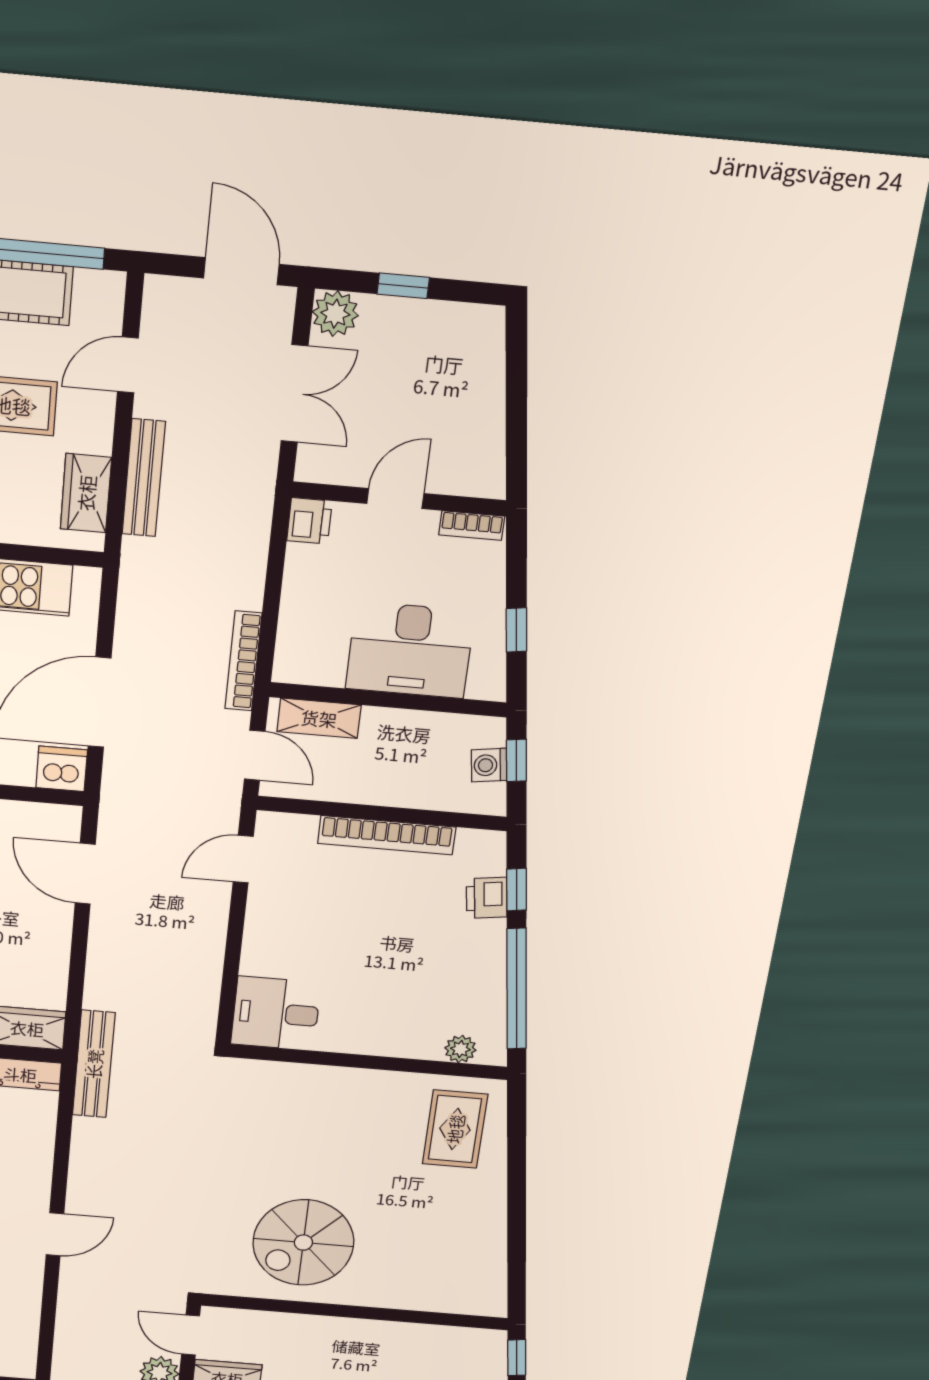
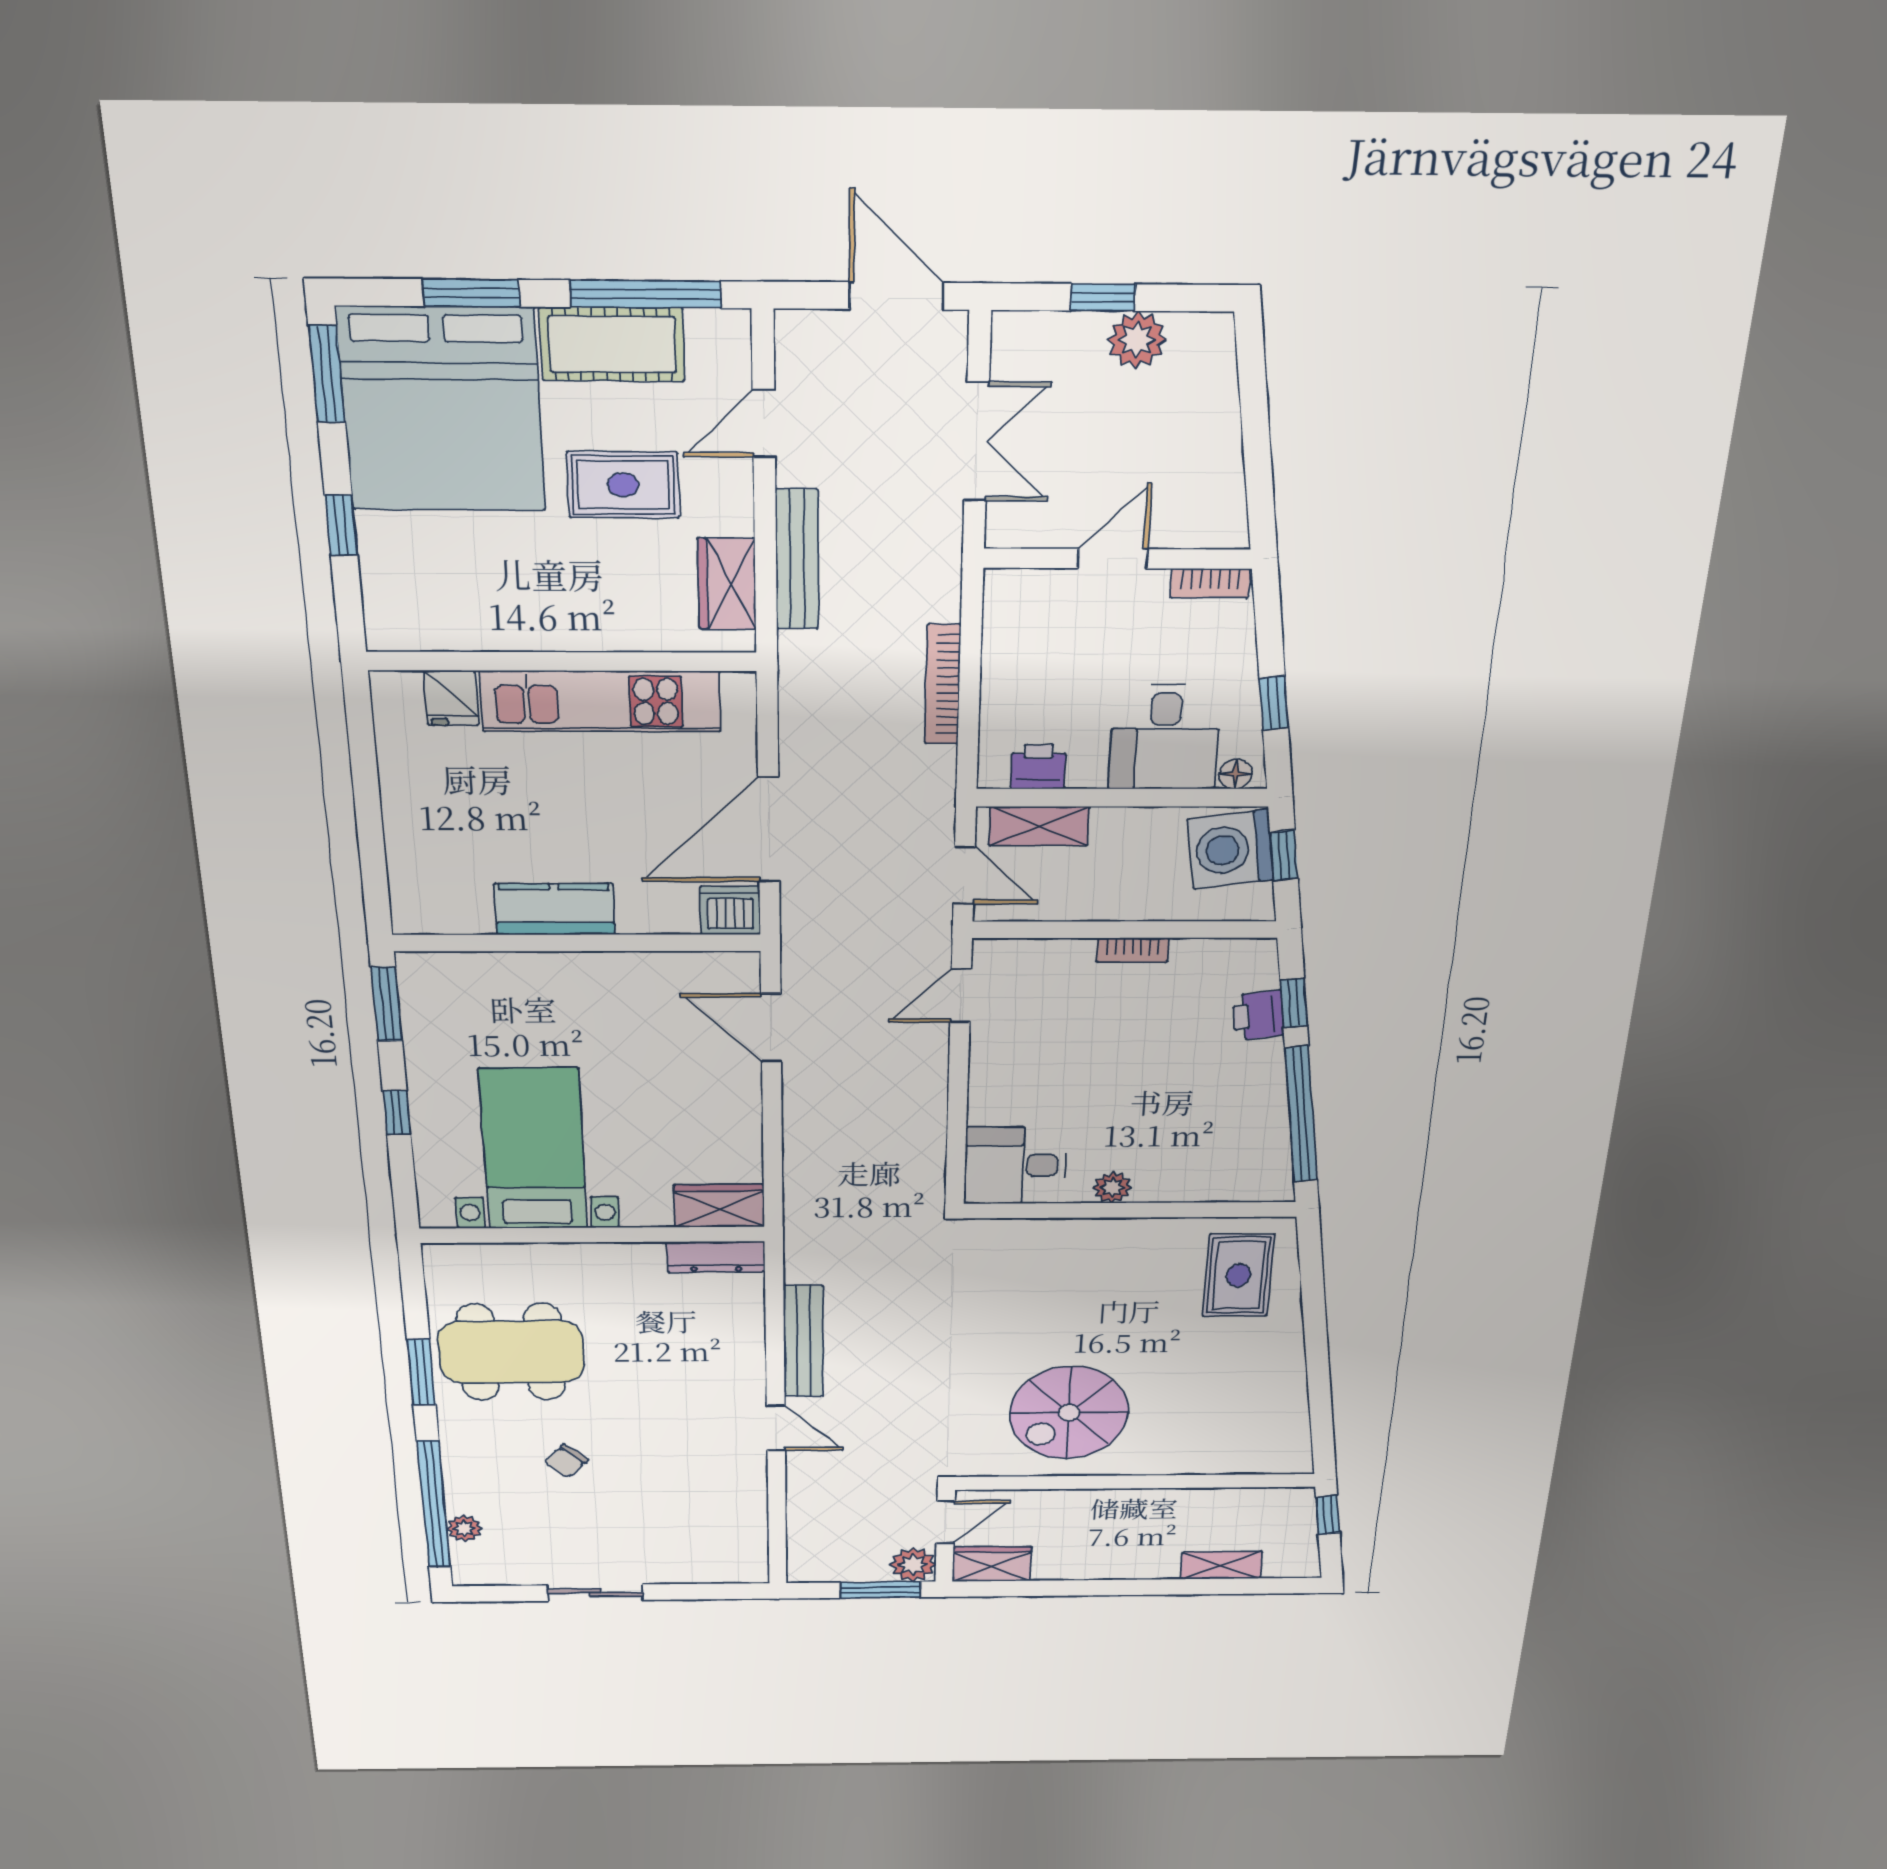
plant: (335, 314) -> (1137, 340), moved
printer: (309, 521) -> (1038, 767), moved, turned -90
desk: (410, 650) -> (1164, 737), width x0.73
bookcase: (243, 661) -> (943, 684), moved
floor lamp: (482, 688) -> (1236, 774), added
washing machine: (489, 765) -> (1231, 849), width x1.89, depth x1.89
bookcase: (387, 835) -> (1132, 950), width x0.43, depth x0.76
plant: (460, 1049) -> (1112, 1188), moved
bench: (94, 1064) -> (803, 1341), moved
door: (55, 1234) -> (776, 1428), hinge flipped
door: (191, 1335) -> (946, 1522), swing flipped

